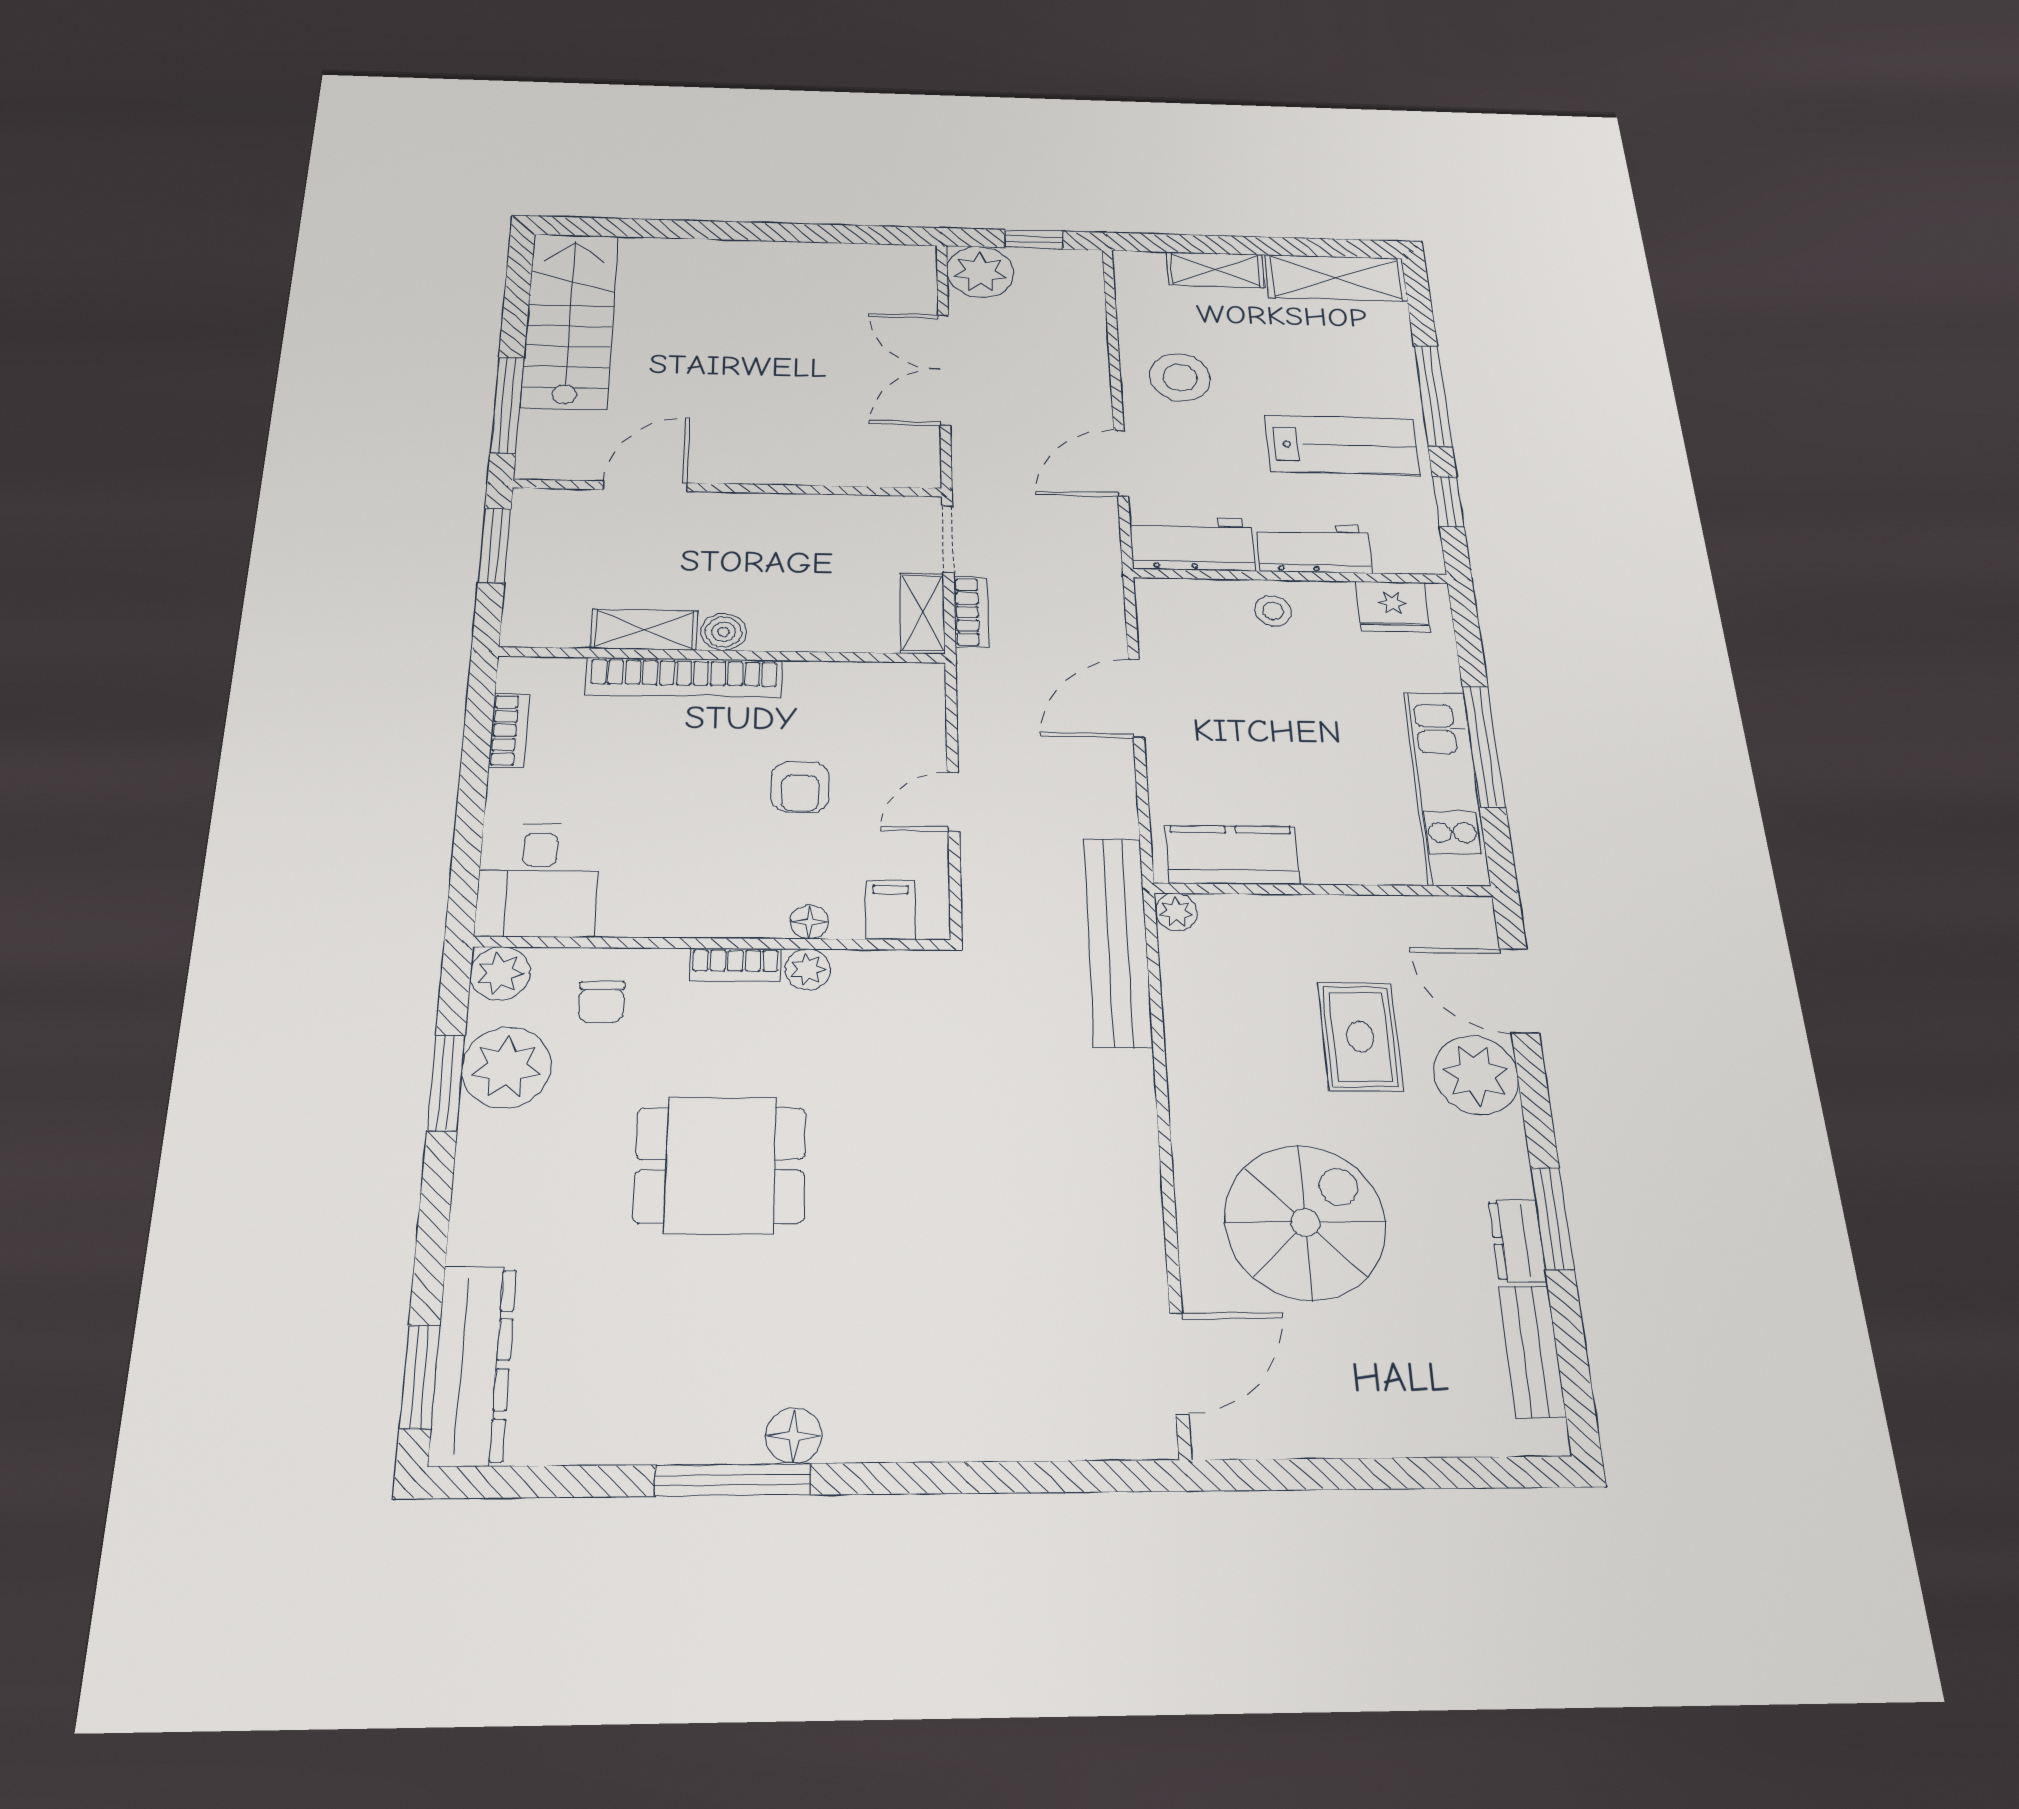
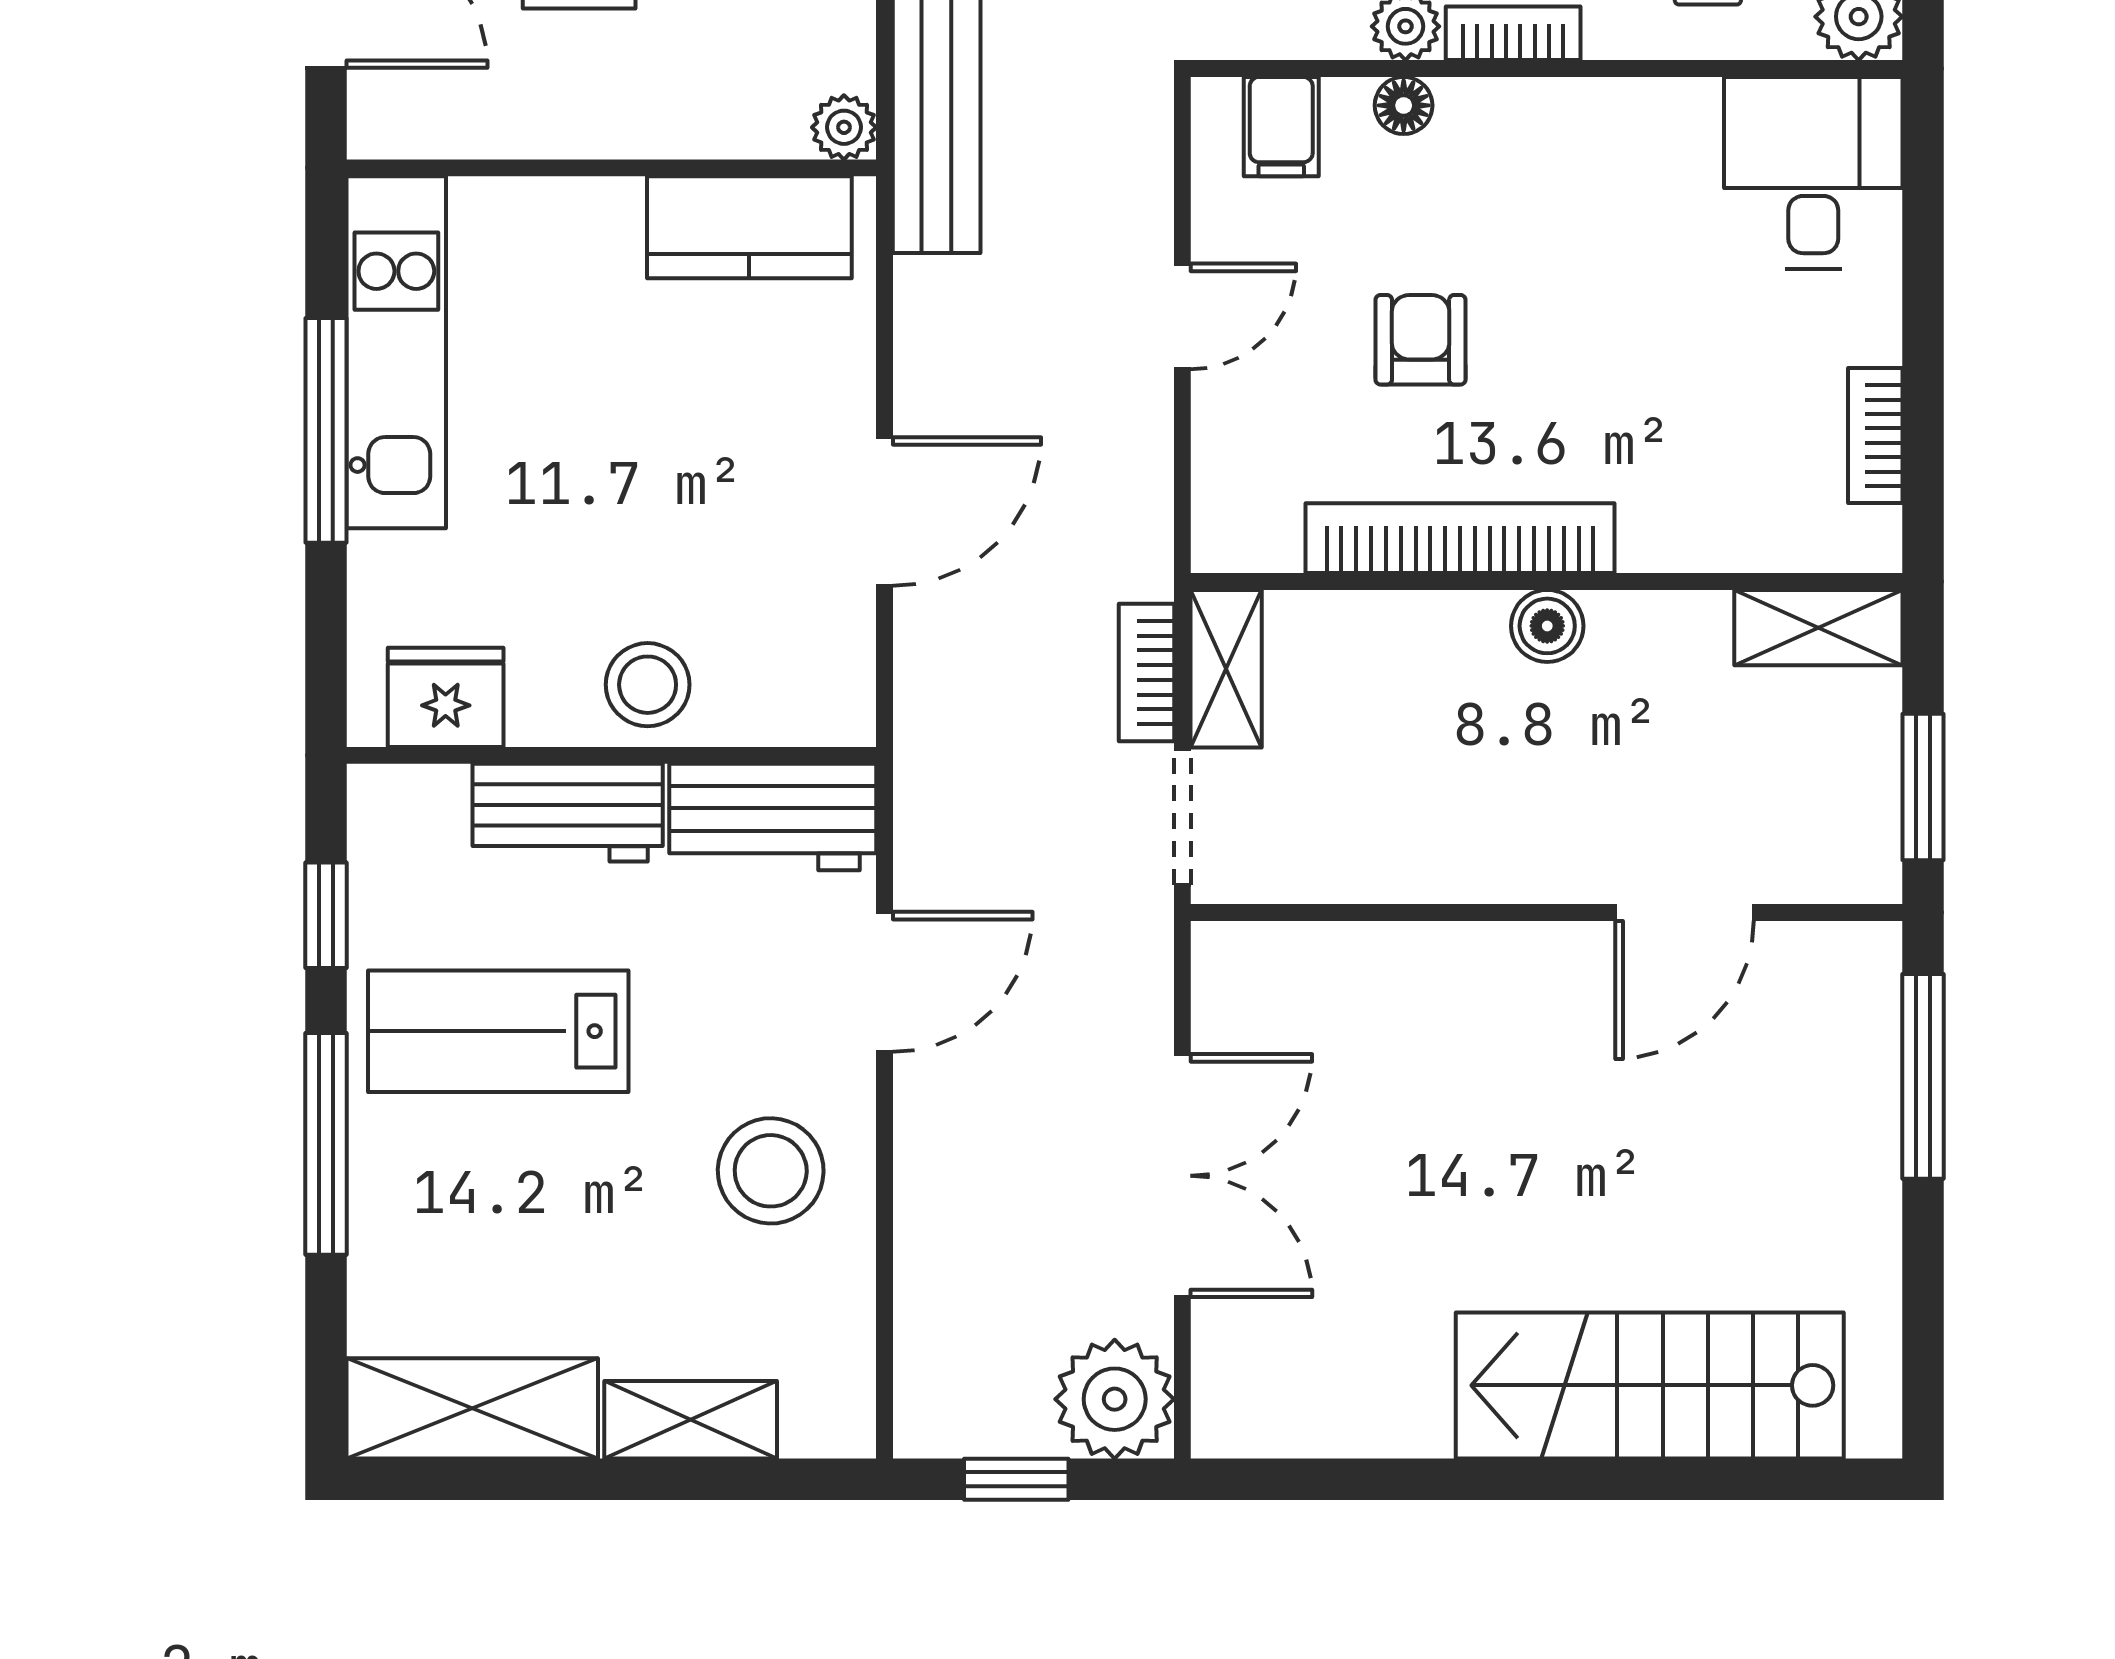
stairs: (570, 320) -> (1650, 1385), moved, turned 90
stool: (1273, 611) -> (648, 685), width x1.37, depth x1.37
shelving: (644, 630) -> (1818, 628), moved
bookcase: (684, 677) -> (1460, 538), moved

